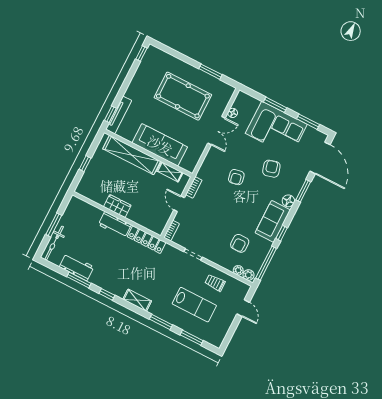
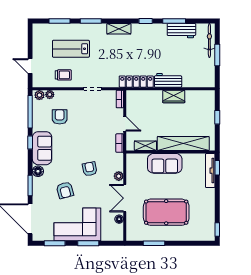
sofa: (160, 145) -> (165, 163), width x0.73
plant: (211, 155) -> (119, 176), added

